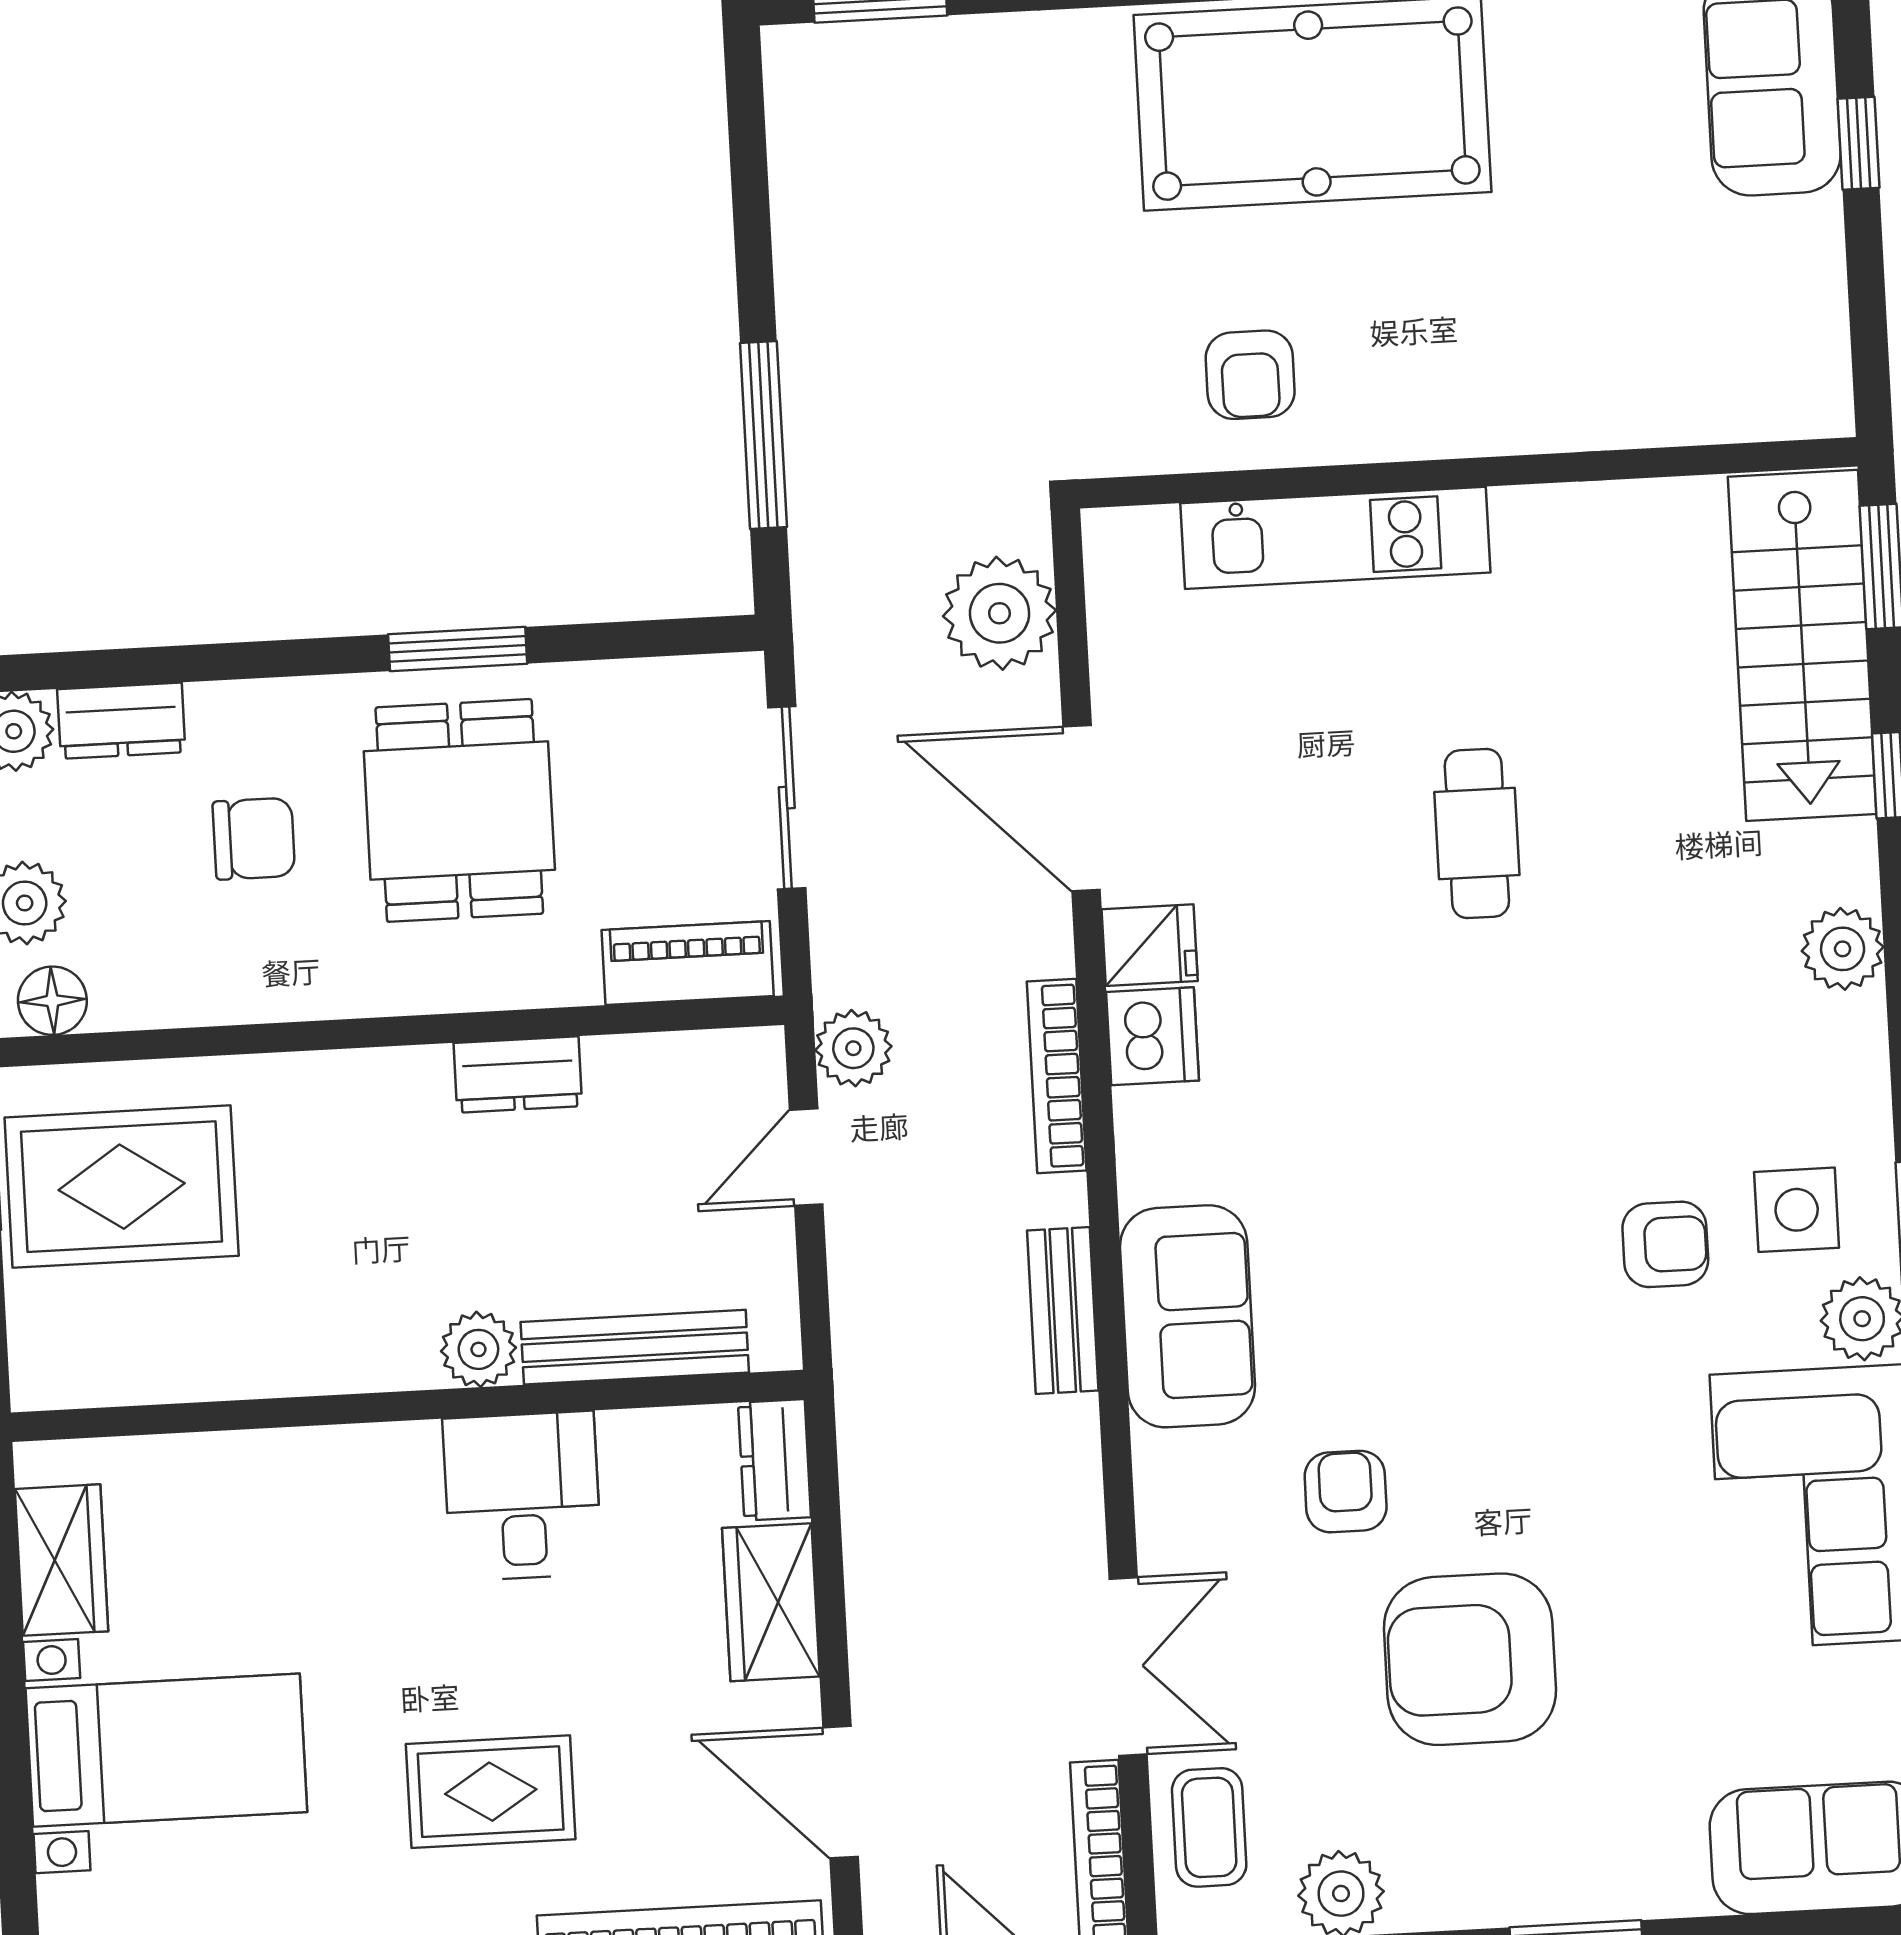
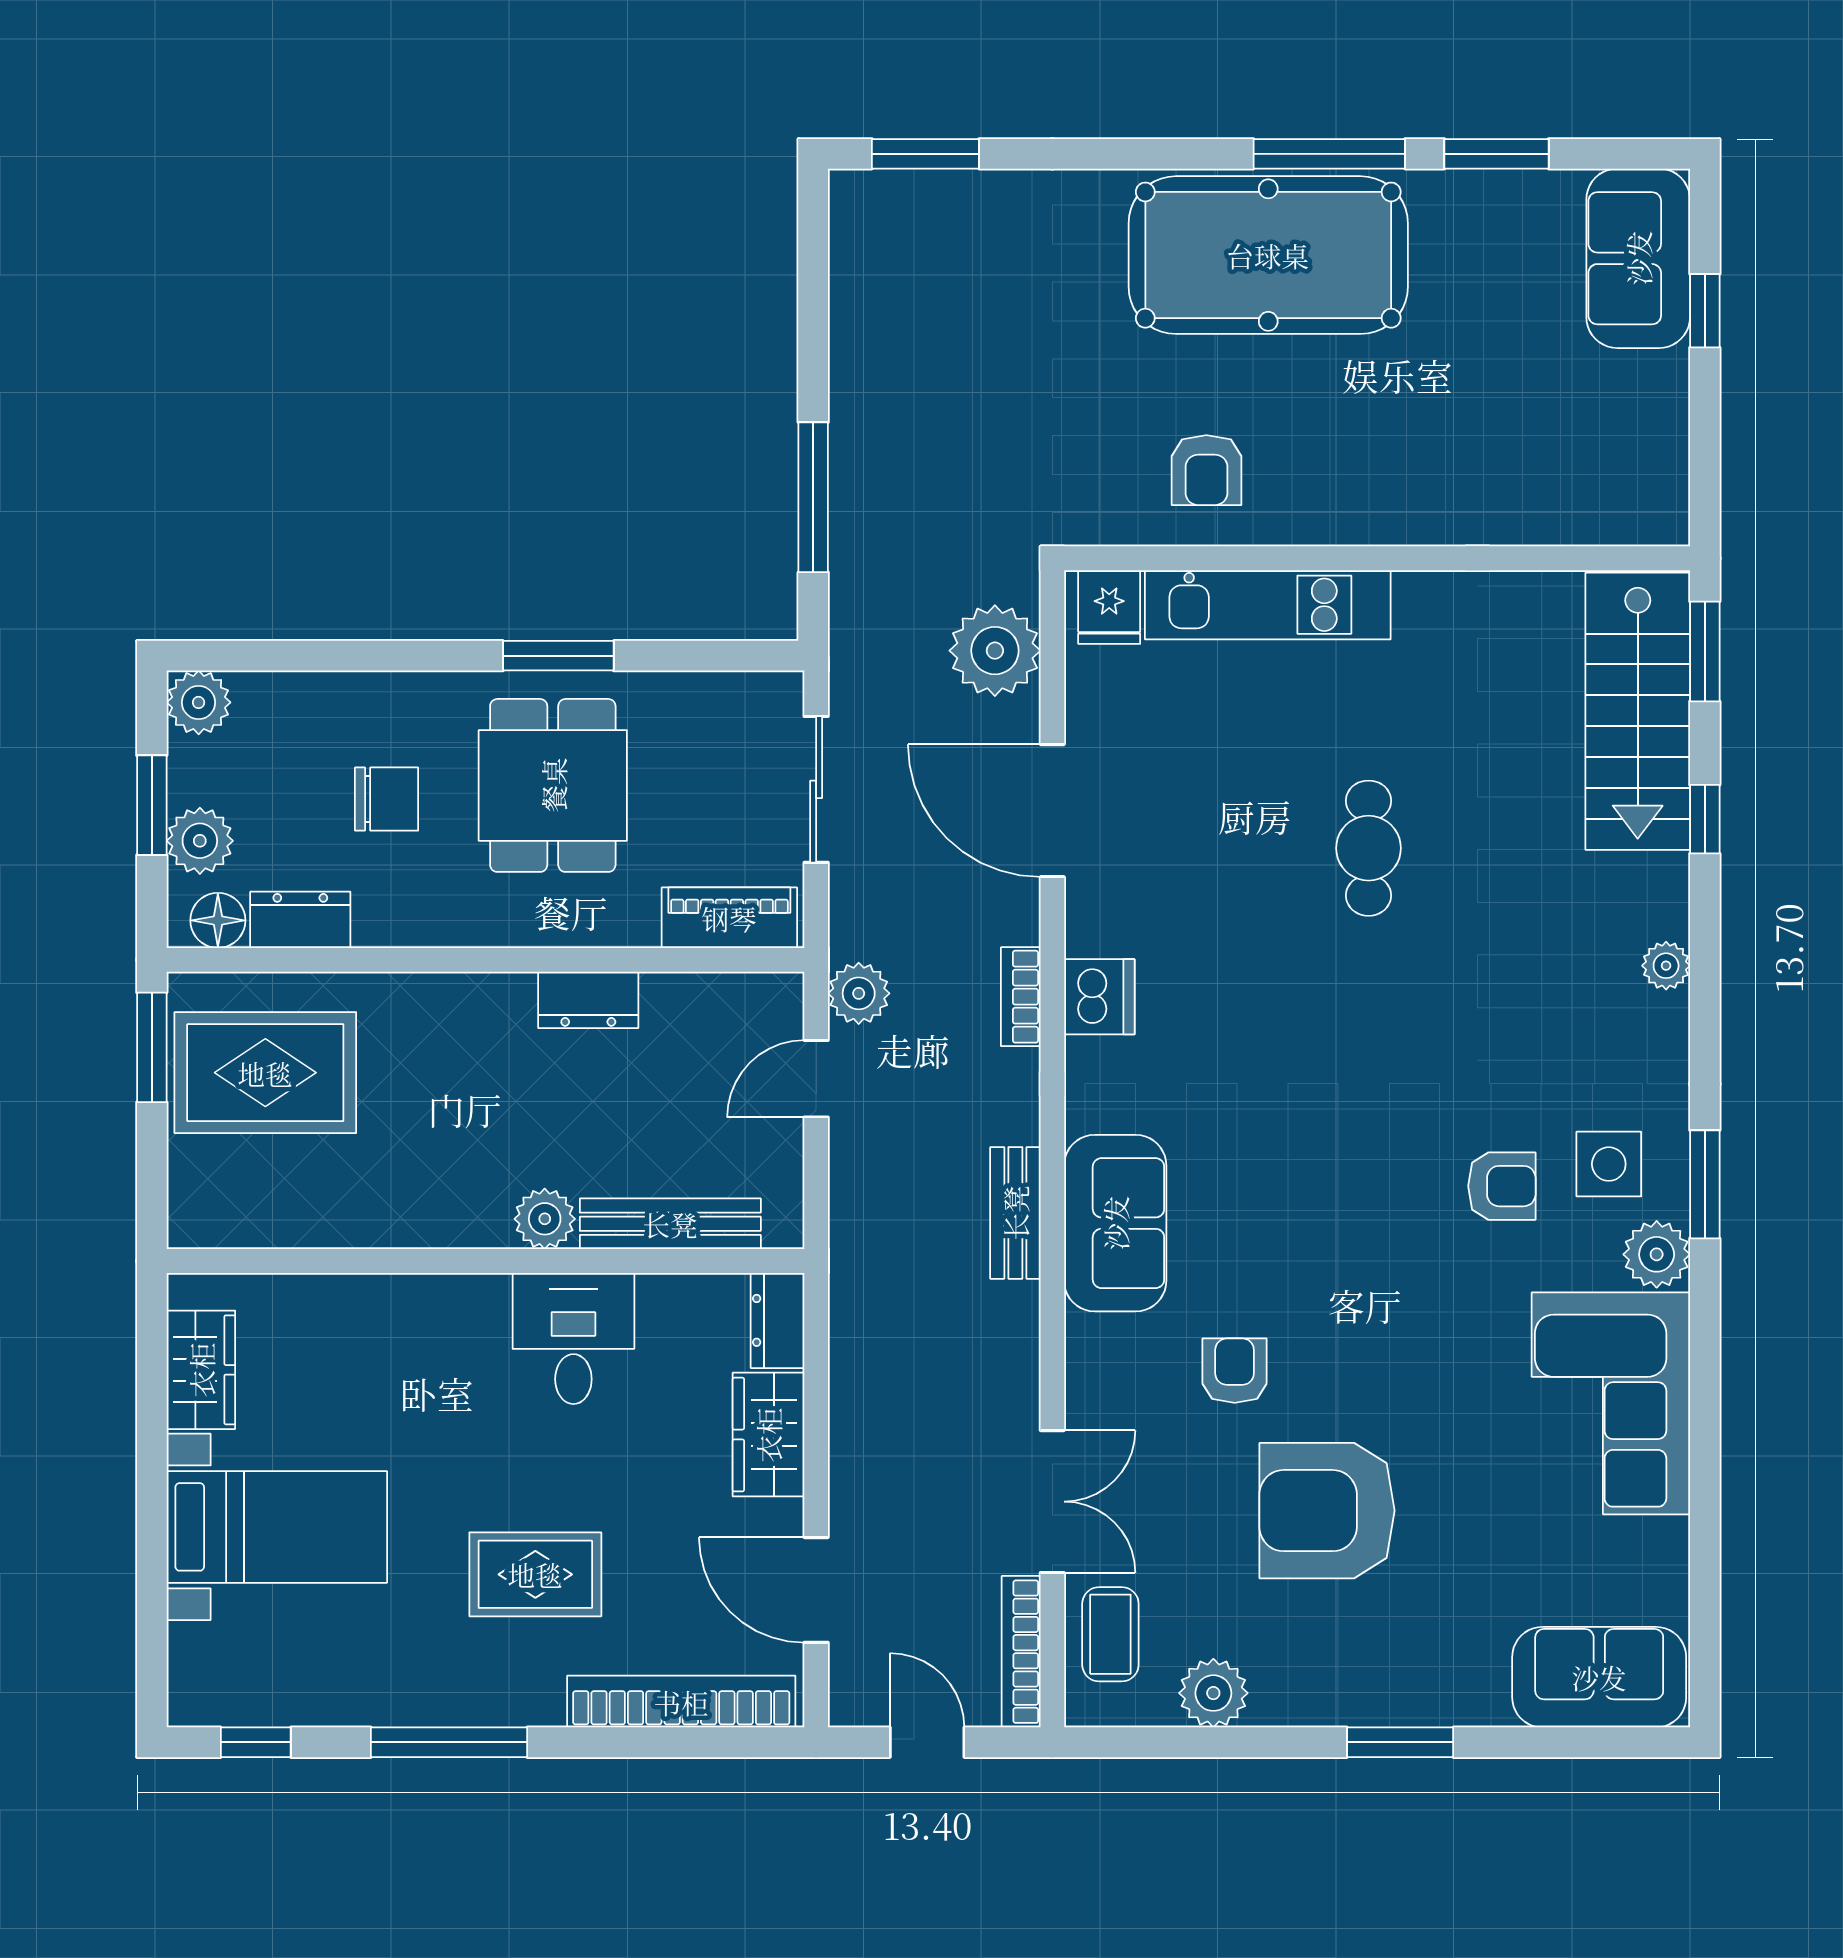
dresser: (121, 721) -> (300, 920), moved, turned 180
fridge: (1150, 945) -> (1109, 607), moved, turned 90
plant: (1843, 949) -> (1666, 966), width x0.73, depth x0.73
bookcase: (1057, 1076) -> (1021, 997), width x0.64

